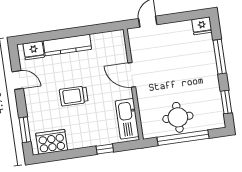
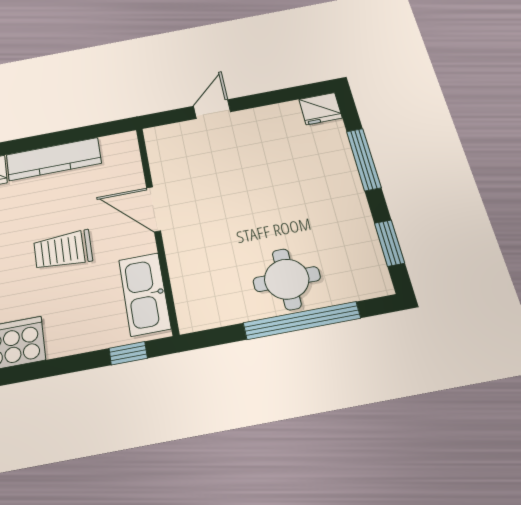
door: (132, 75) -> (154, 209), moved
wall: (133, 84) -> (157, 227), moved
kitchen sink: (127, 119) -> (145, 294), moved

